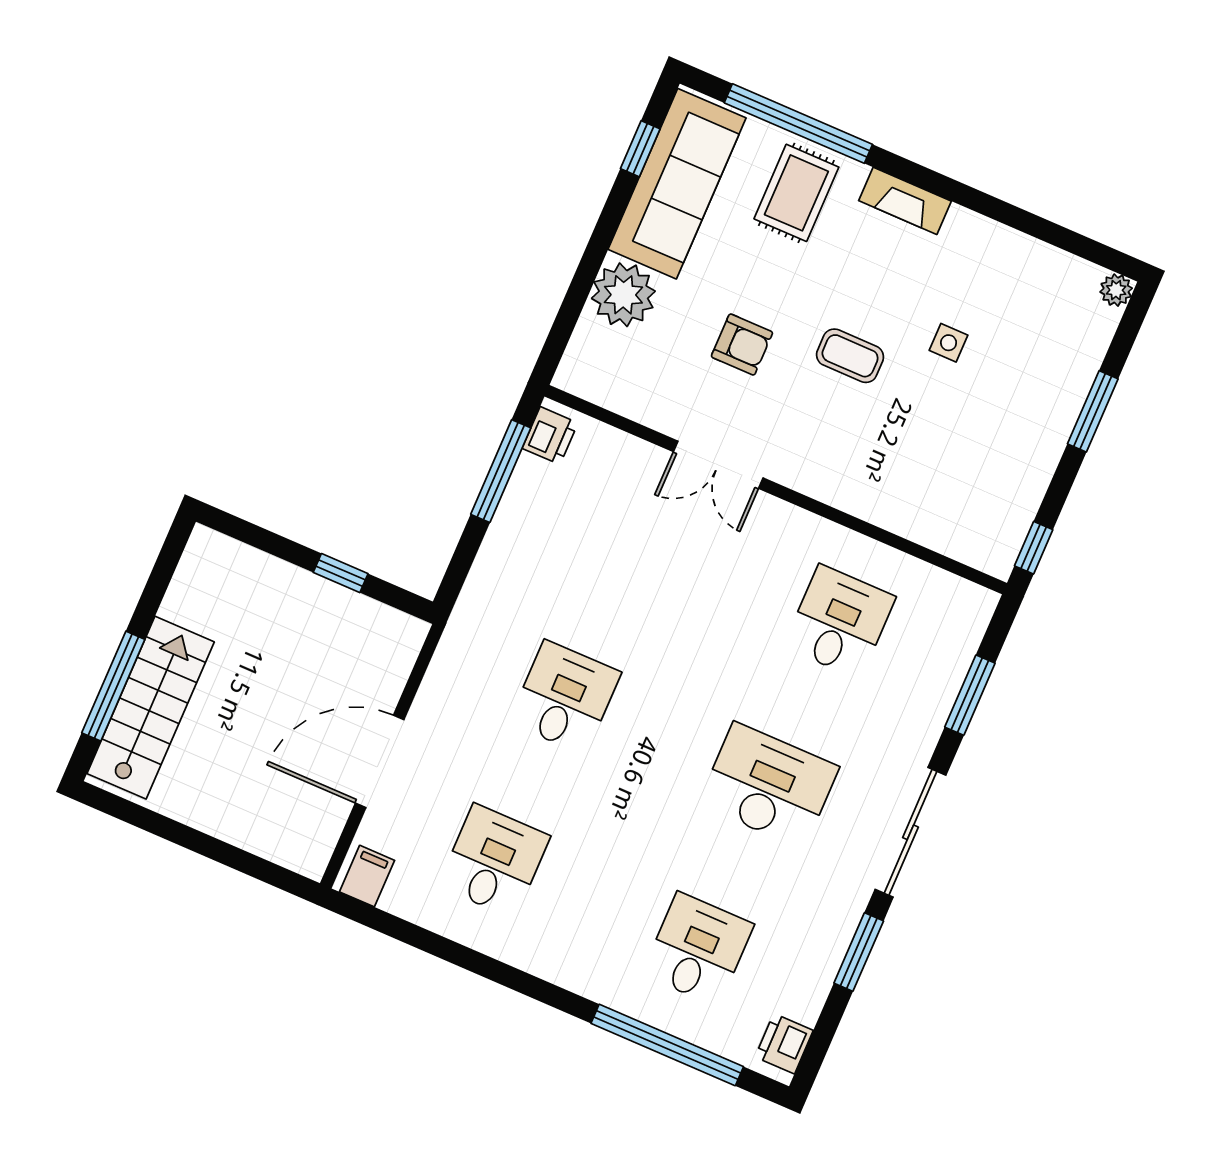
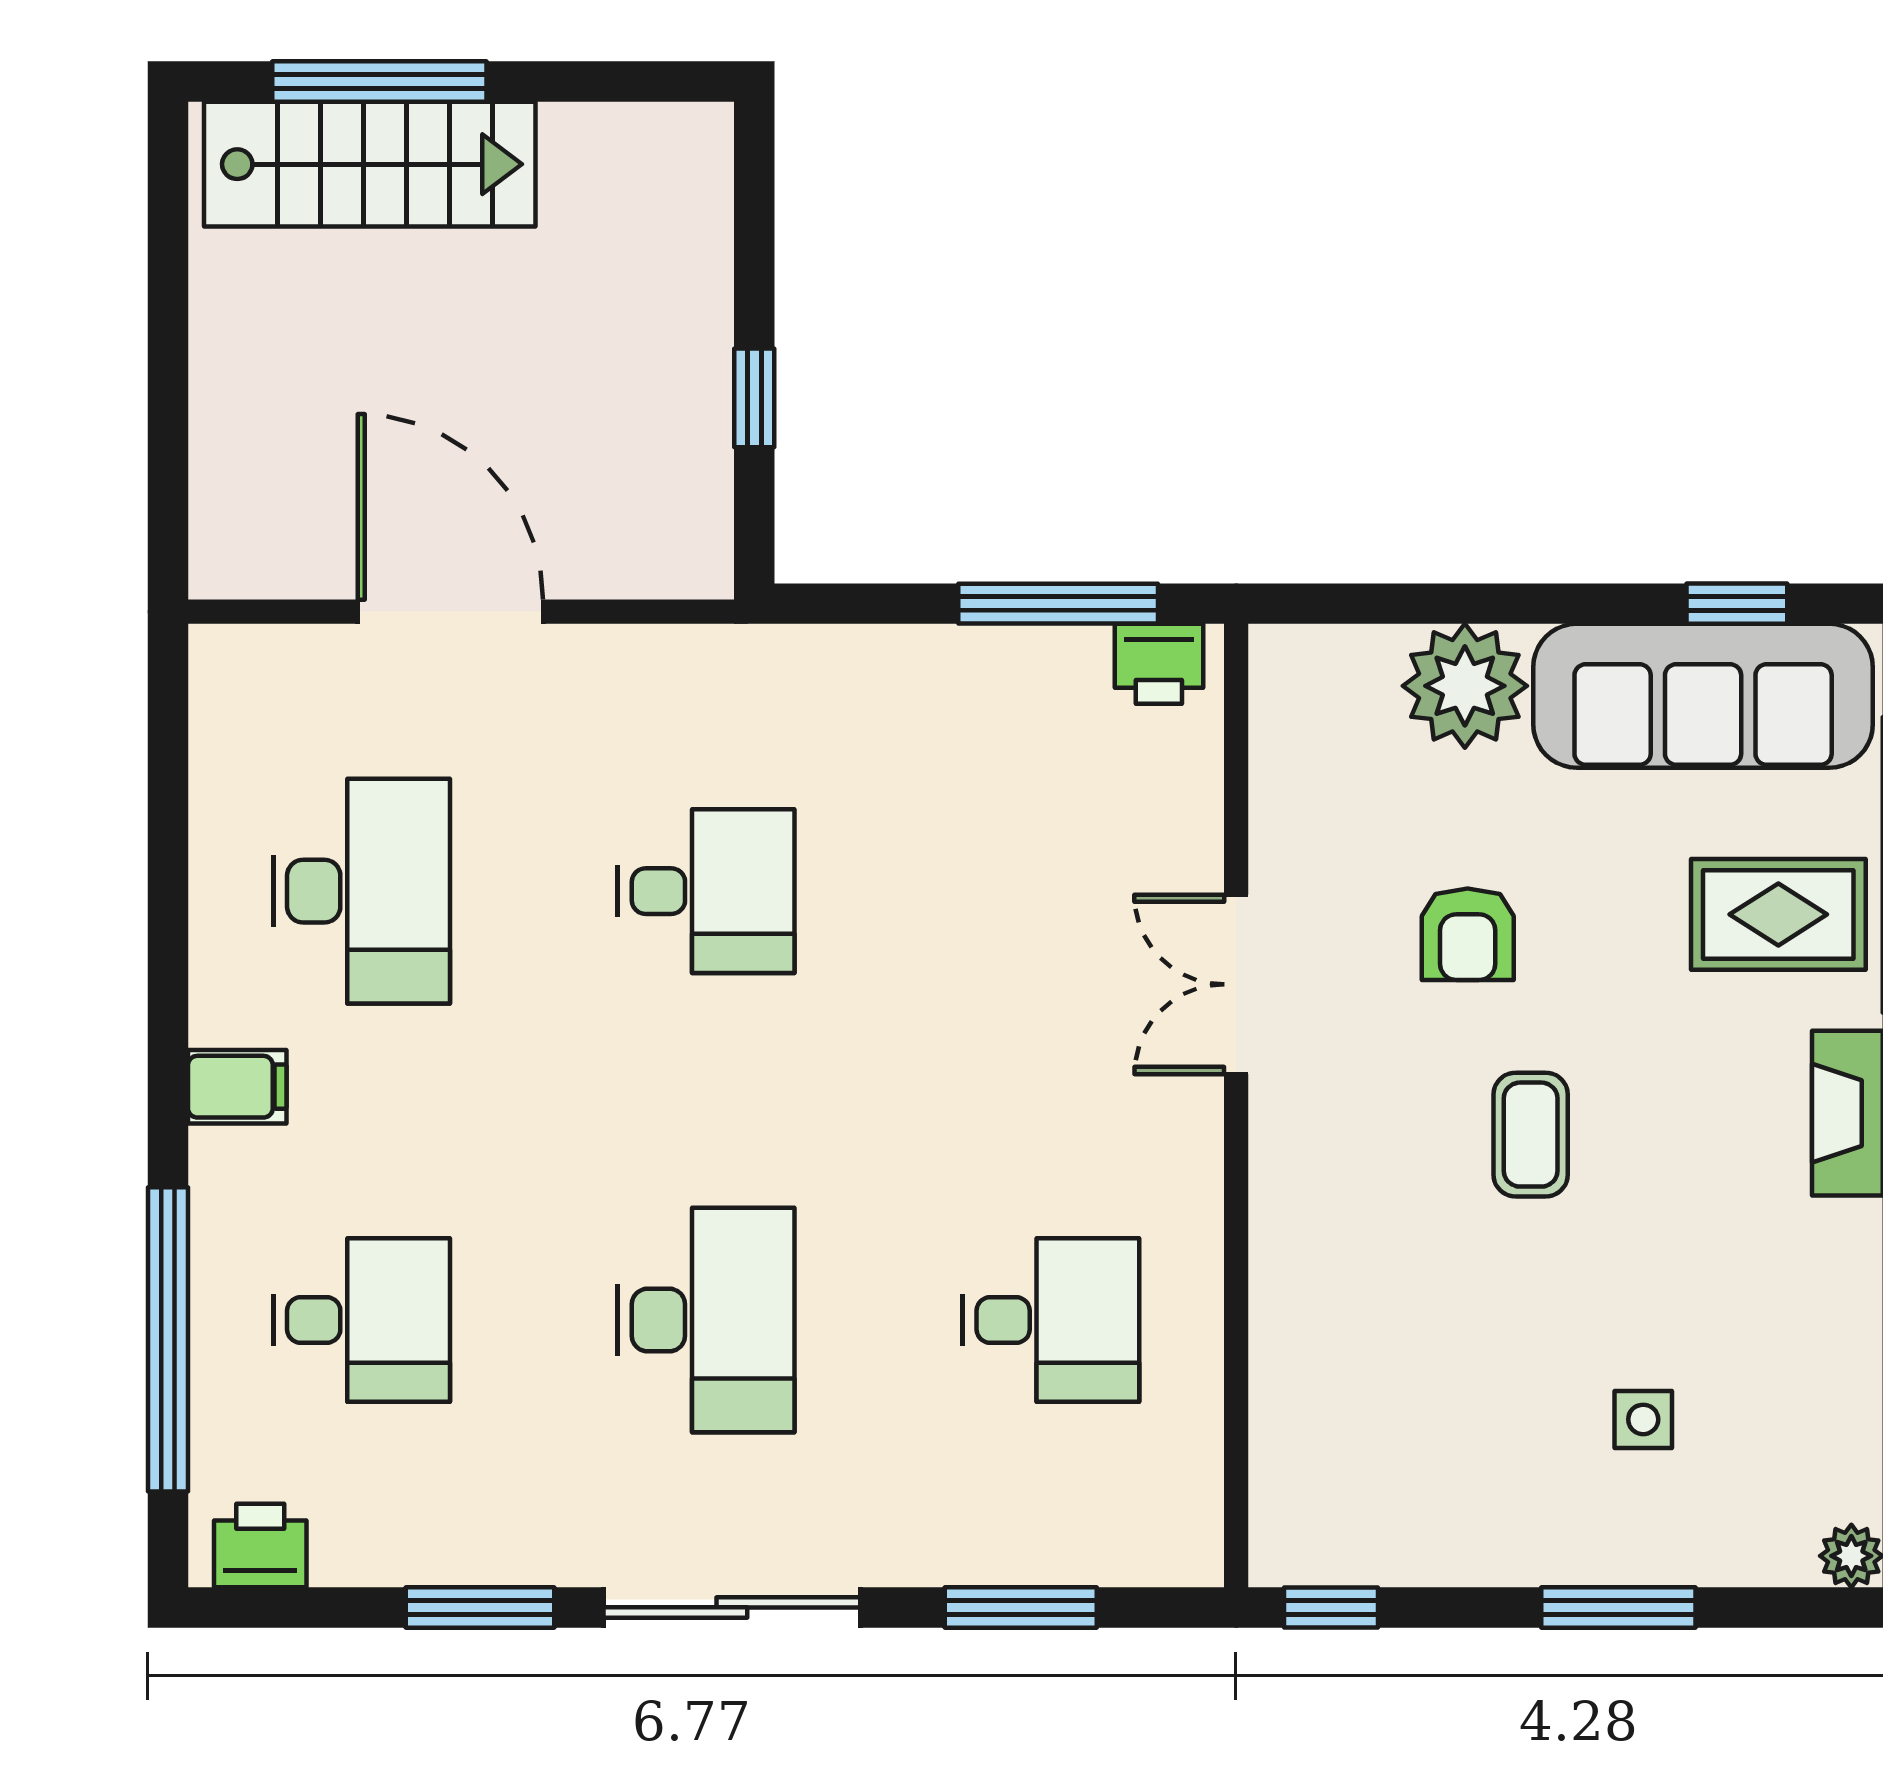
side table: (949, 343) -> (1643, 1419), moved
desk: (494, 861) -> (361, 891), width x1.37
filing cabinet: (367, 876) -> (237, 1087), moved

